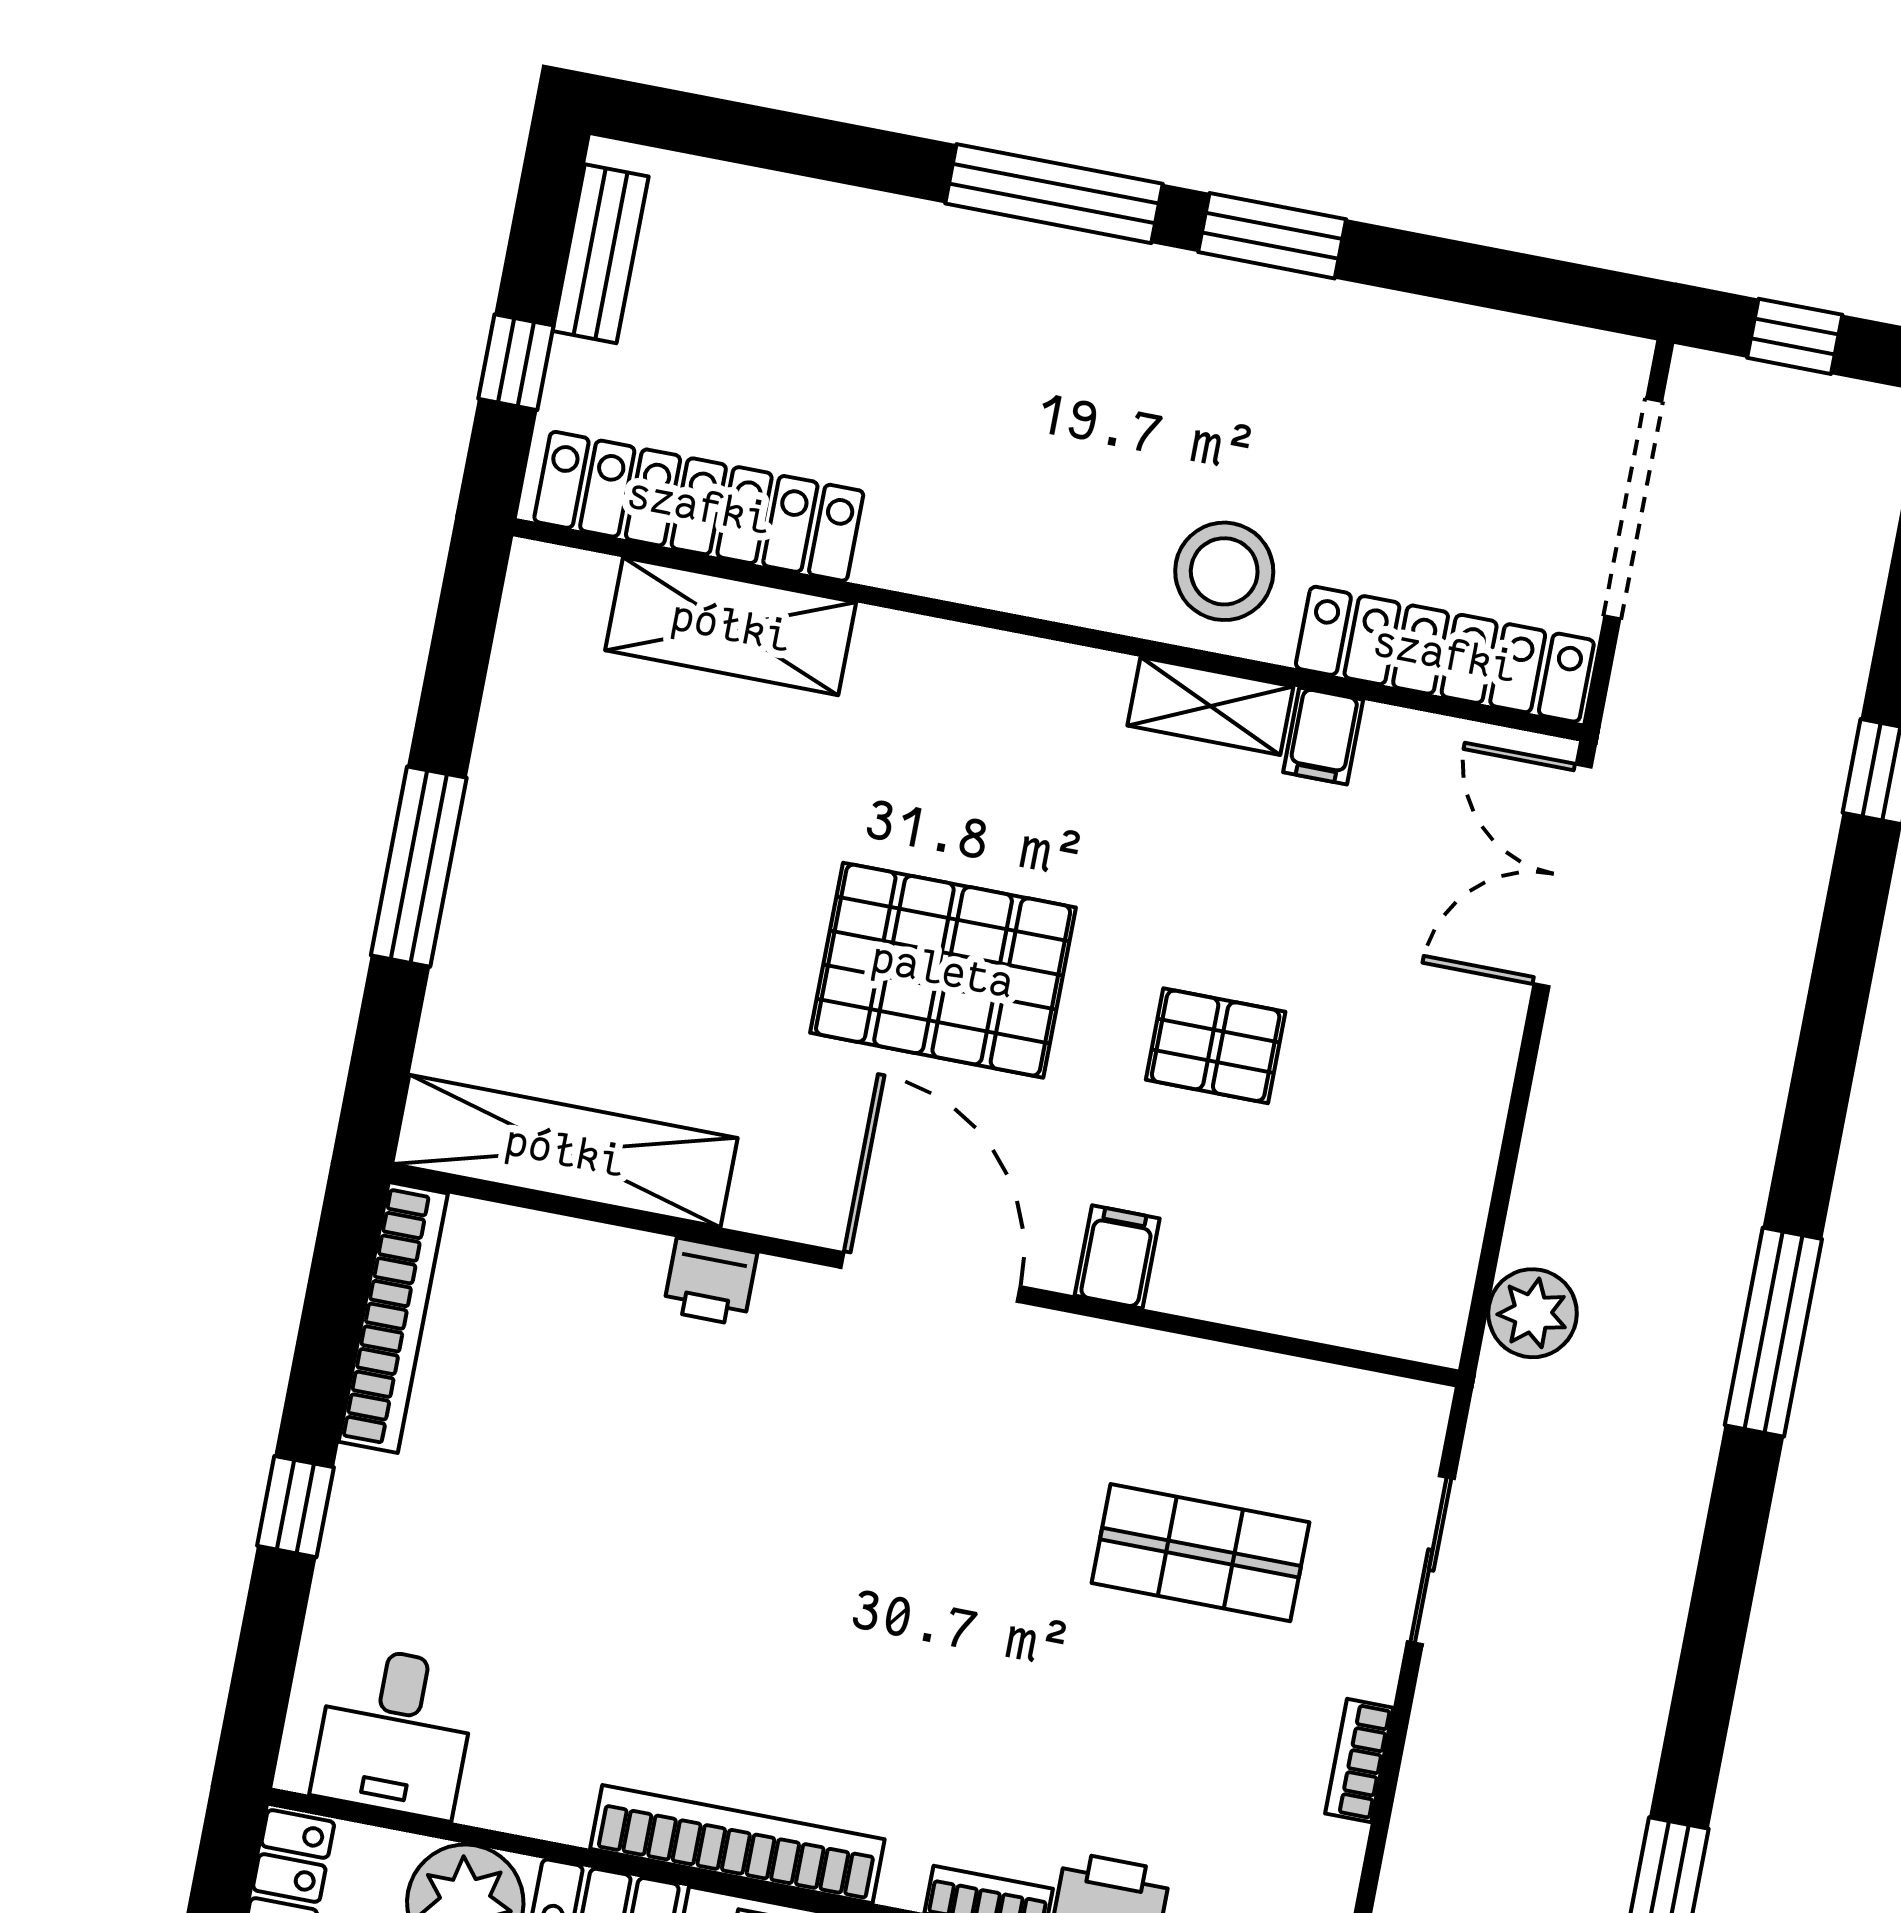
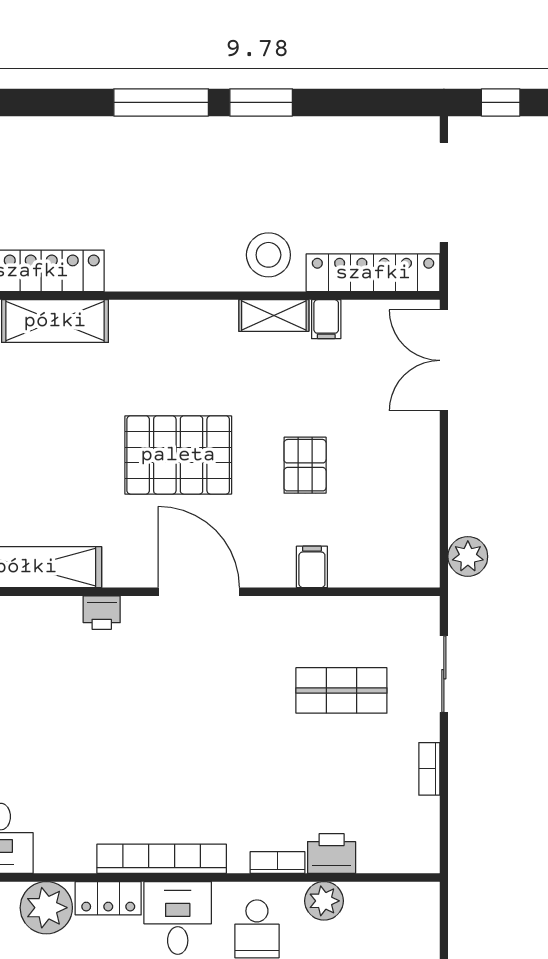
pallet: (1216, 1046) -> (305, 465), turned 90
filing cabinet: (1117, 1257) -> (312, 567), moved

